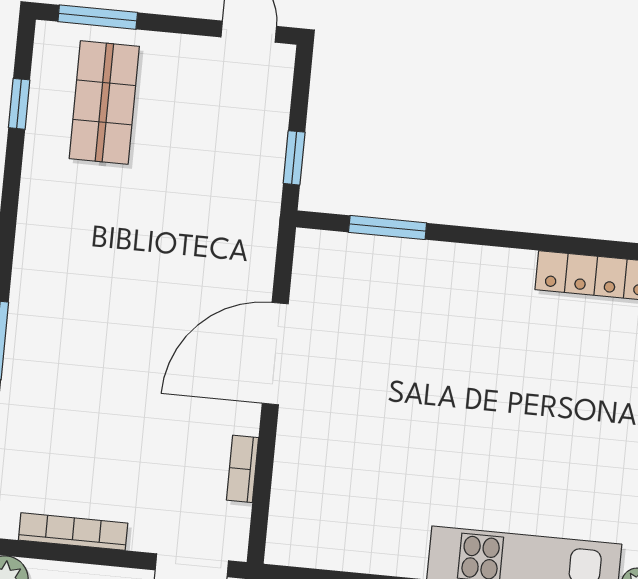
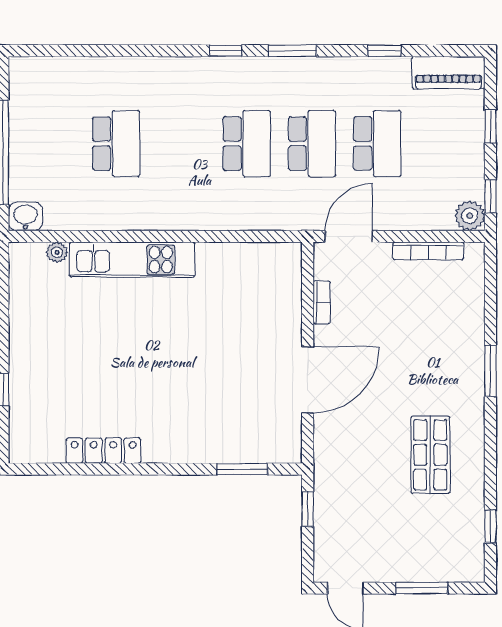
window: (98, 17) -> (422, 588), moved
shop shelf: (104, 102) -> (430, 455), moved

